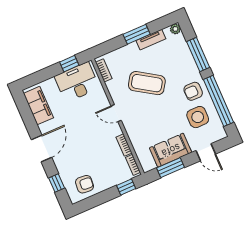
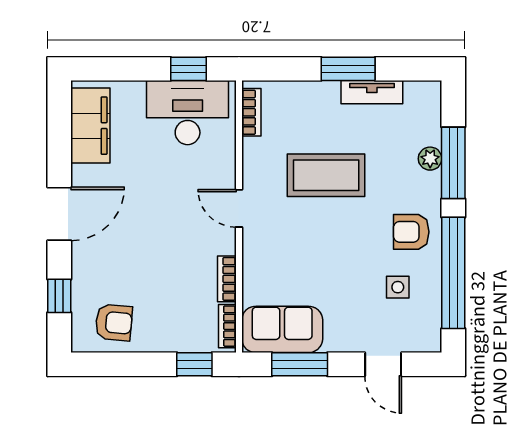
plant: (175, 29) -> (430, 159), moved
coffee table: (147, 83) -> (326, 175), turned -33
side table: (198, 117) -> (398, 287), width x0.54, depth x0.54
sofa: (171, 150) -> (282, 329), moved

